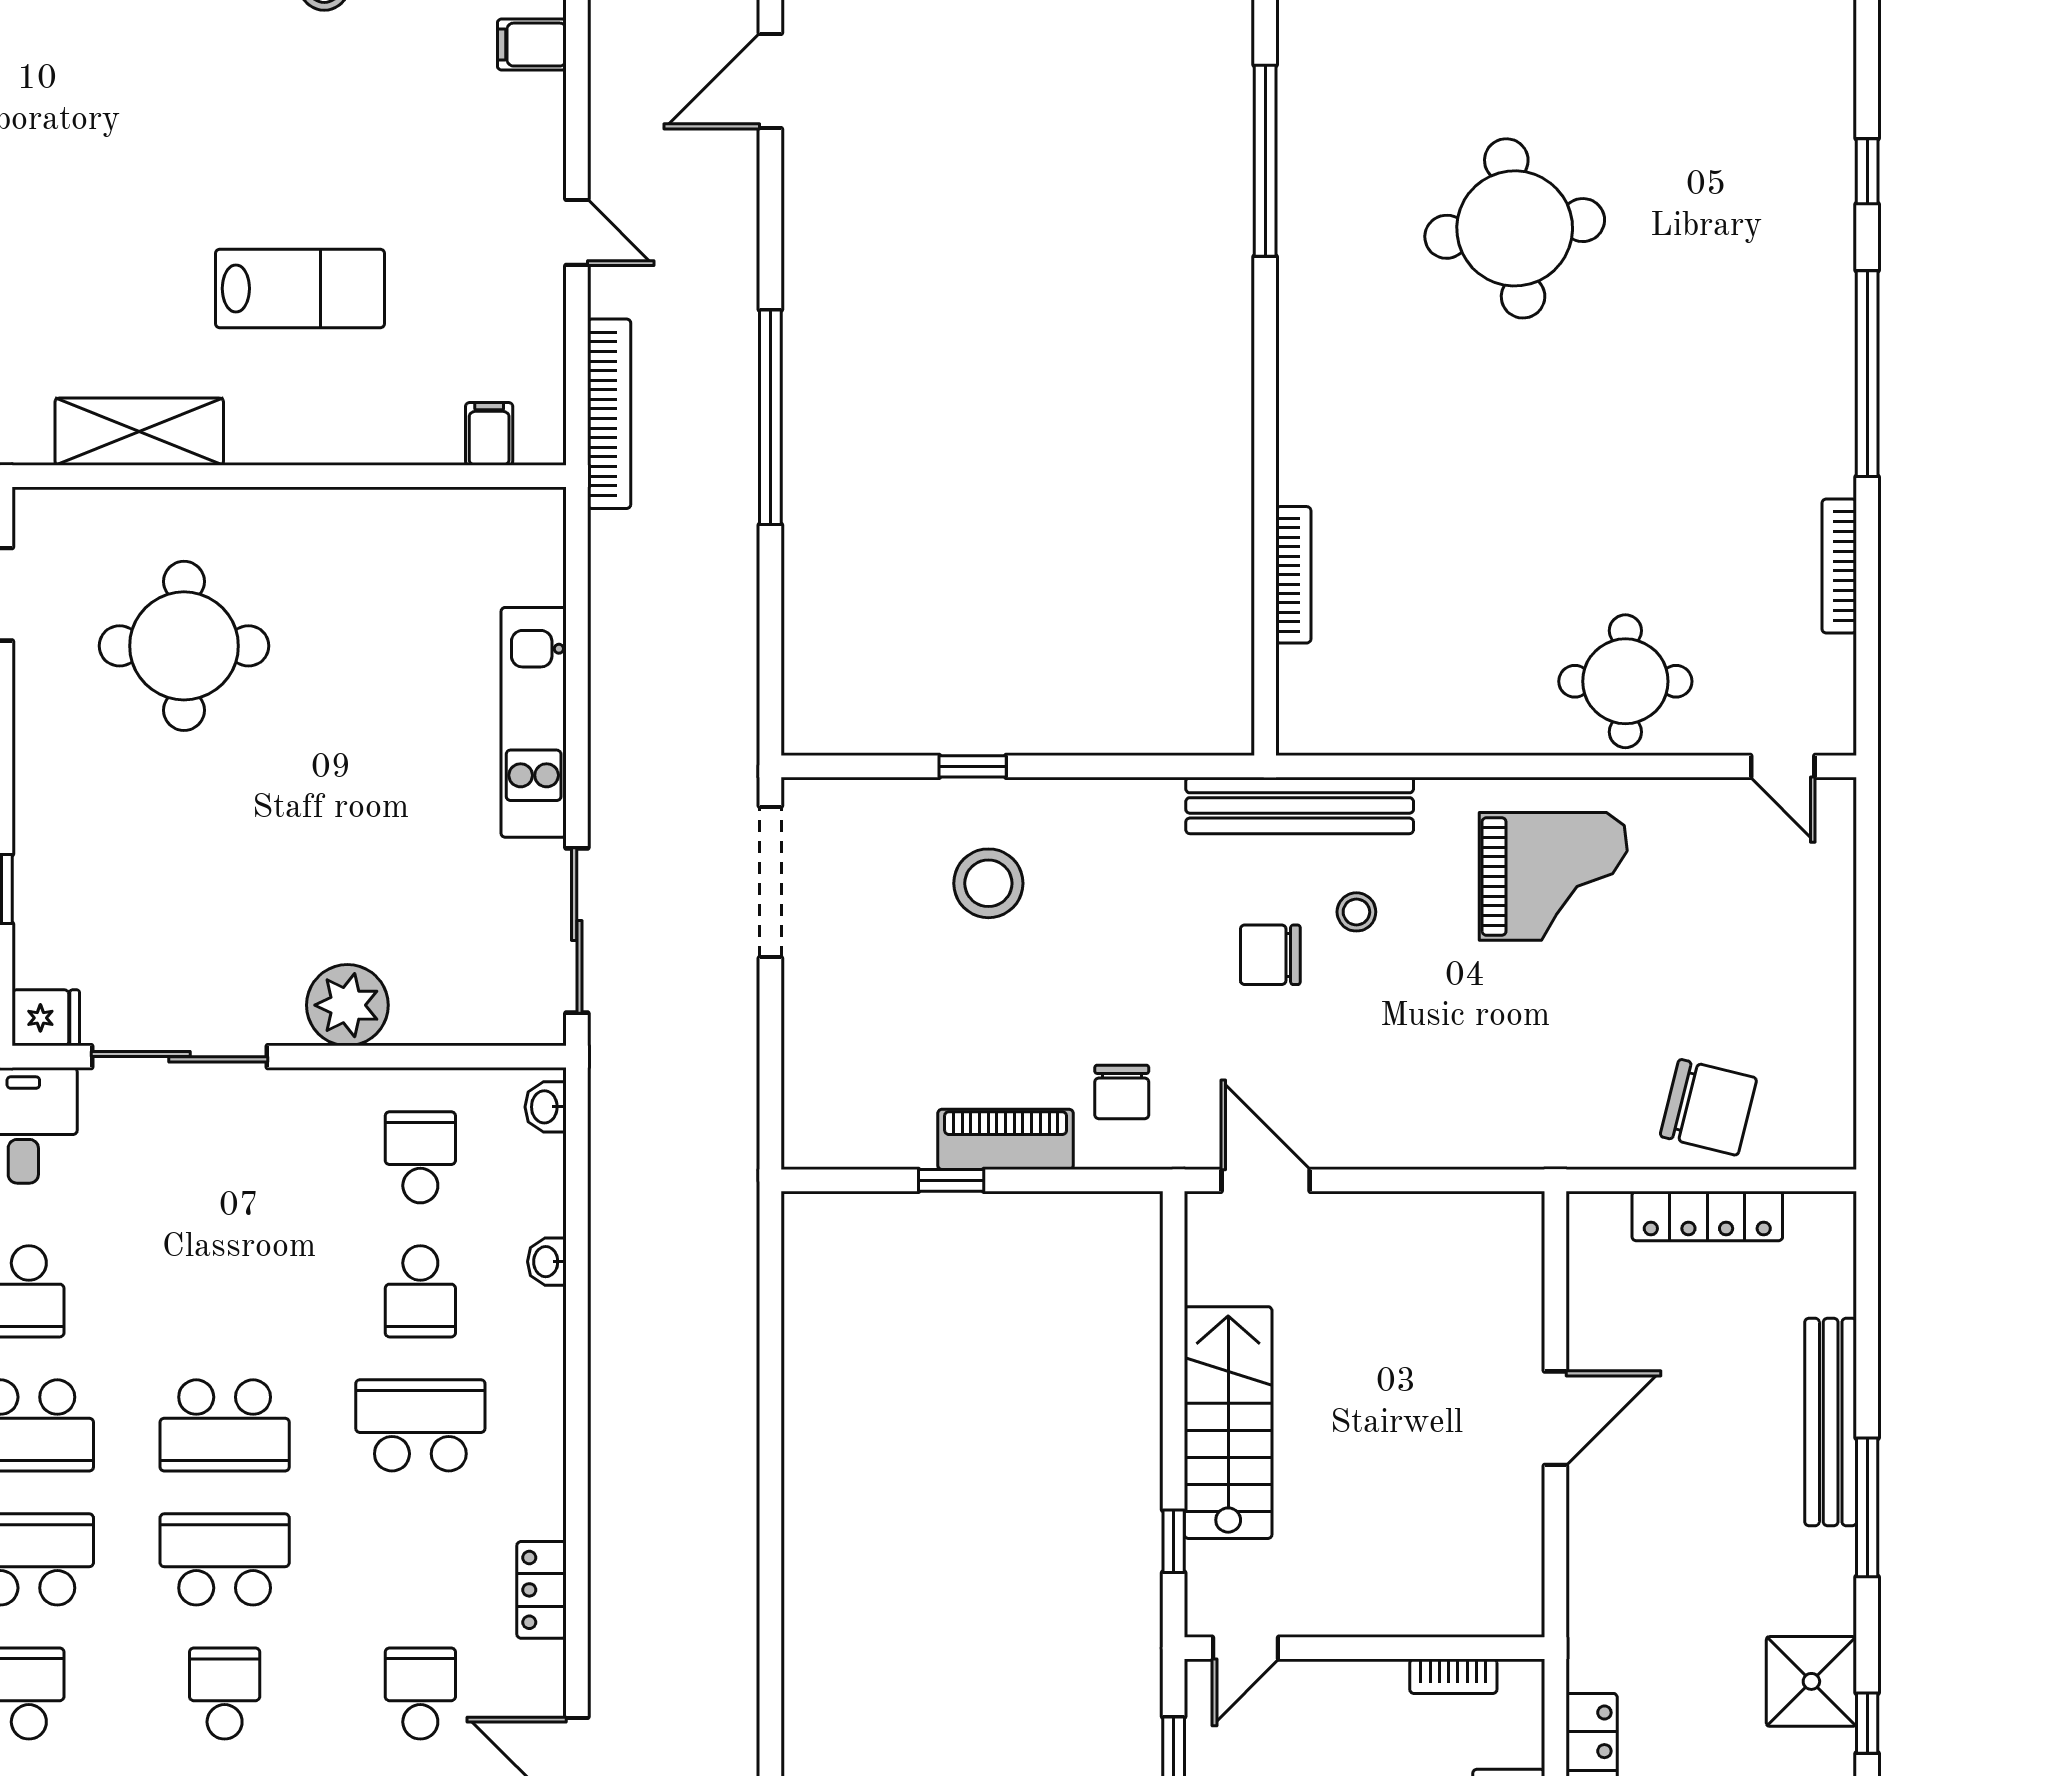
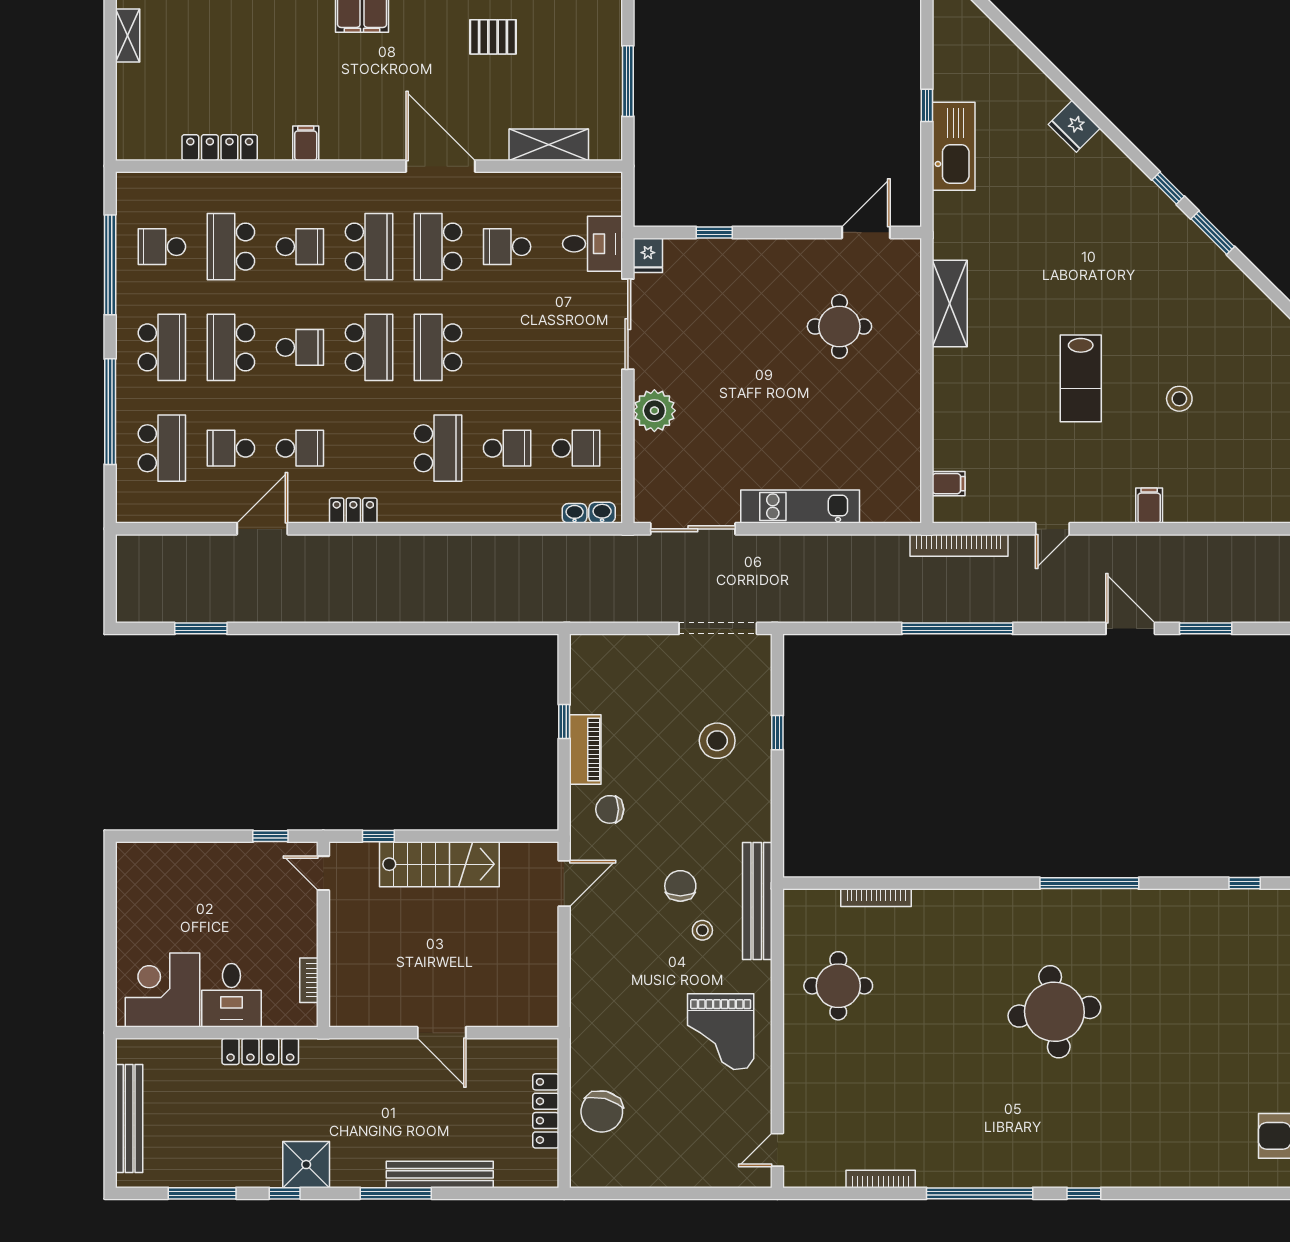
lab bench: (300, 288) -> (1081, 378), moved
round table: (184, 646) -> (839, 326), width x0.73, depth x0.73
round table: (1625, 681) -> (838, 986), moved
washbasin: (547, 1262) -> (575, 513), moved
school desk: (420, 1291) -> (507, 448), turned 180

